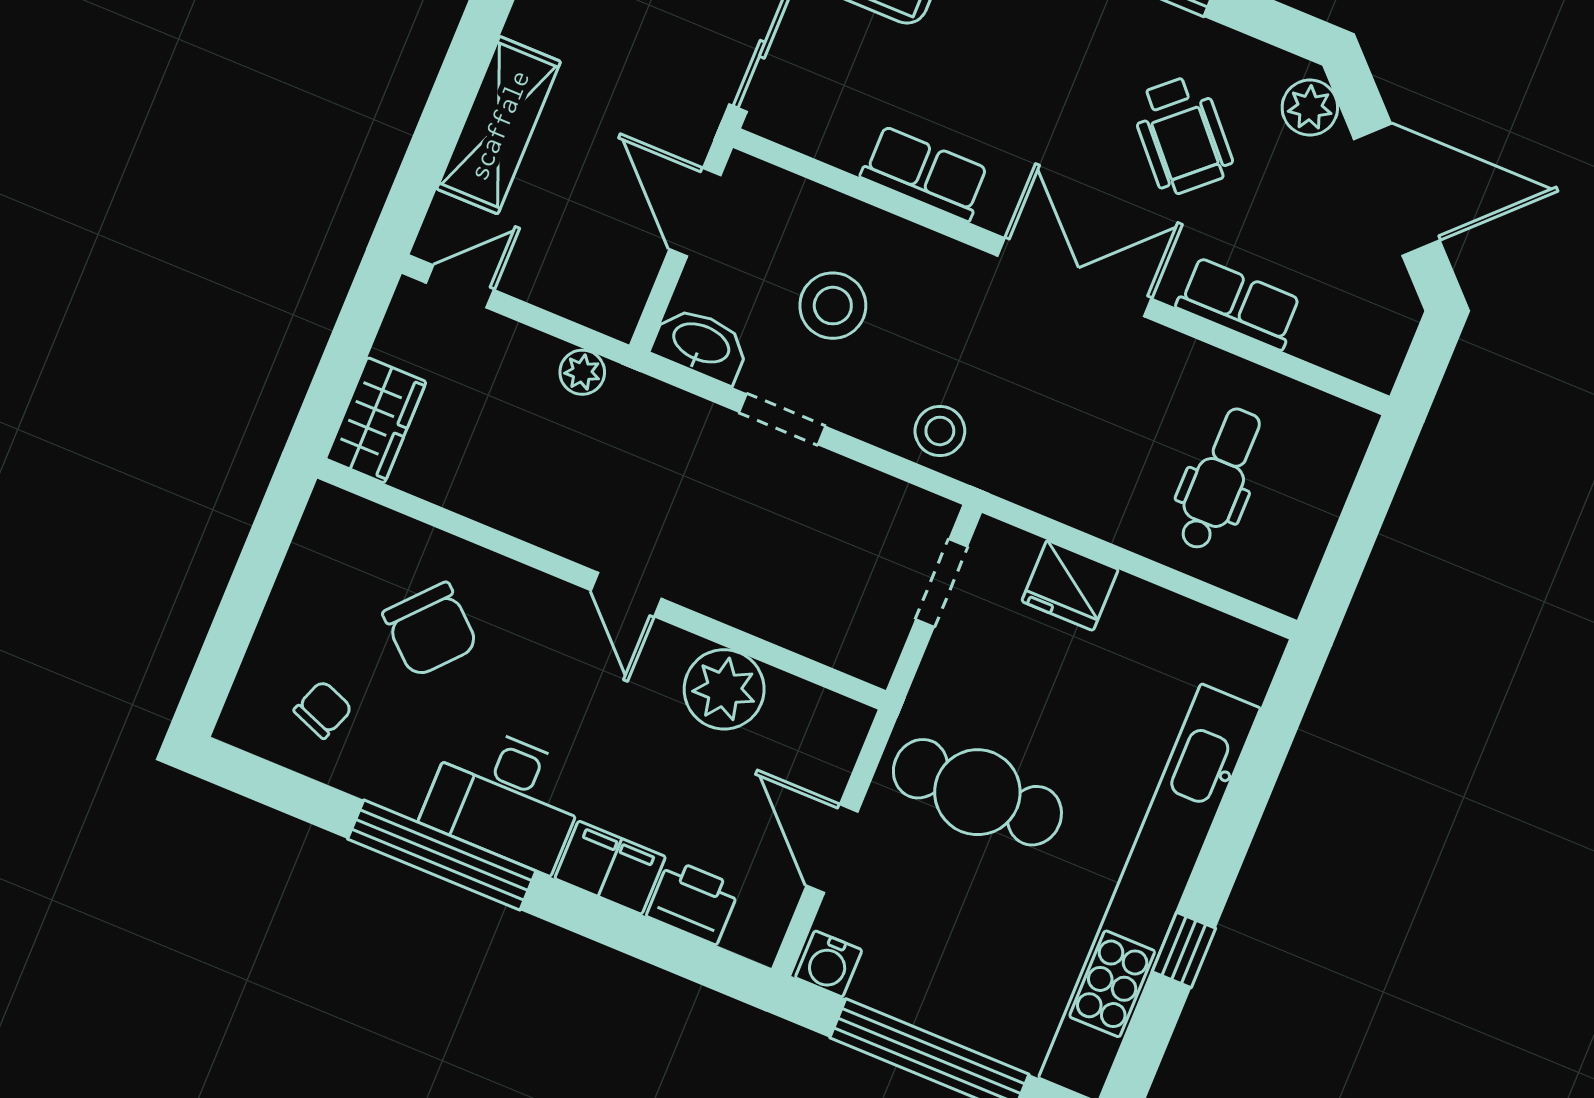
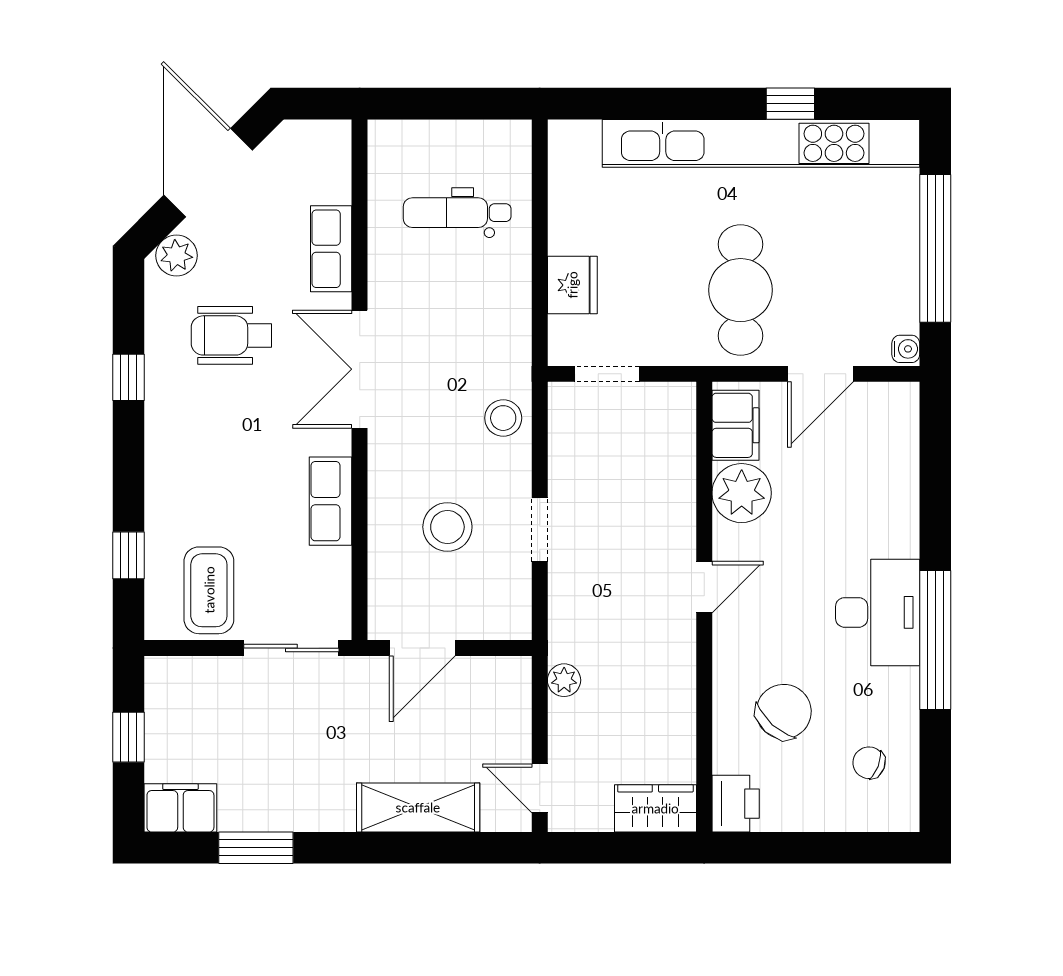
wheelchair: (1182, 135) -> (232, 335), turned -138
washbasin: (701, 344) -> (511, 607), removed
filing cabinet: (610, 868) -> (735, 425), moved, turned 180
printer: (693, 902) -> (736, 804), moved, turned 180
water cooler: (829, 964) -> (906, 349), width x0.72, depth x0.72

